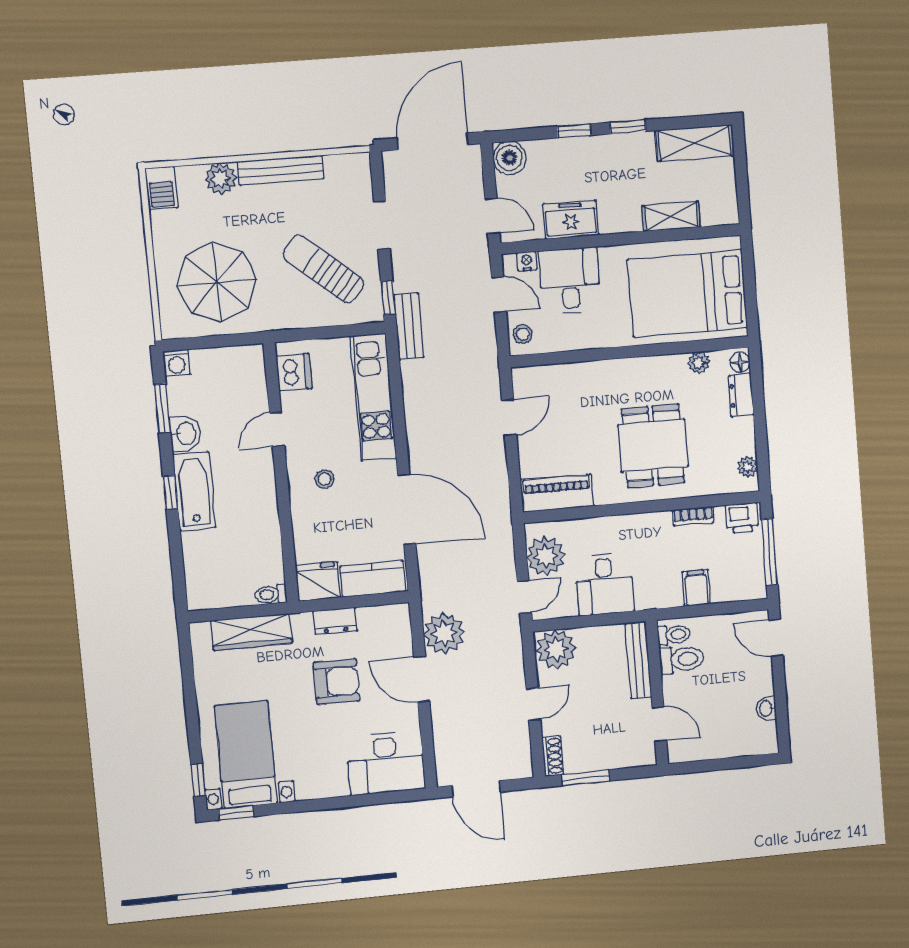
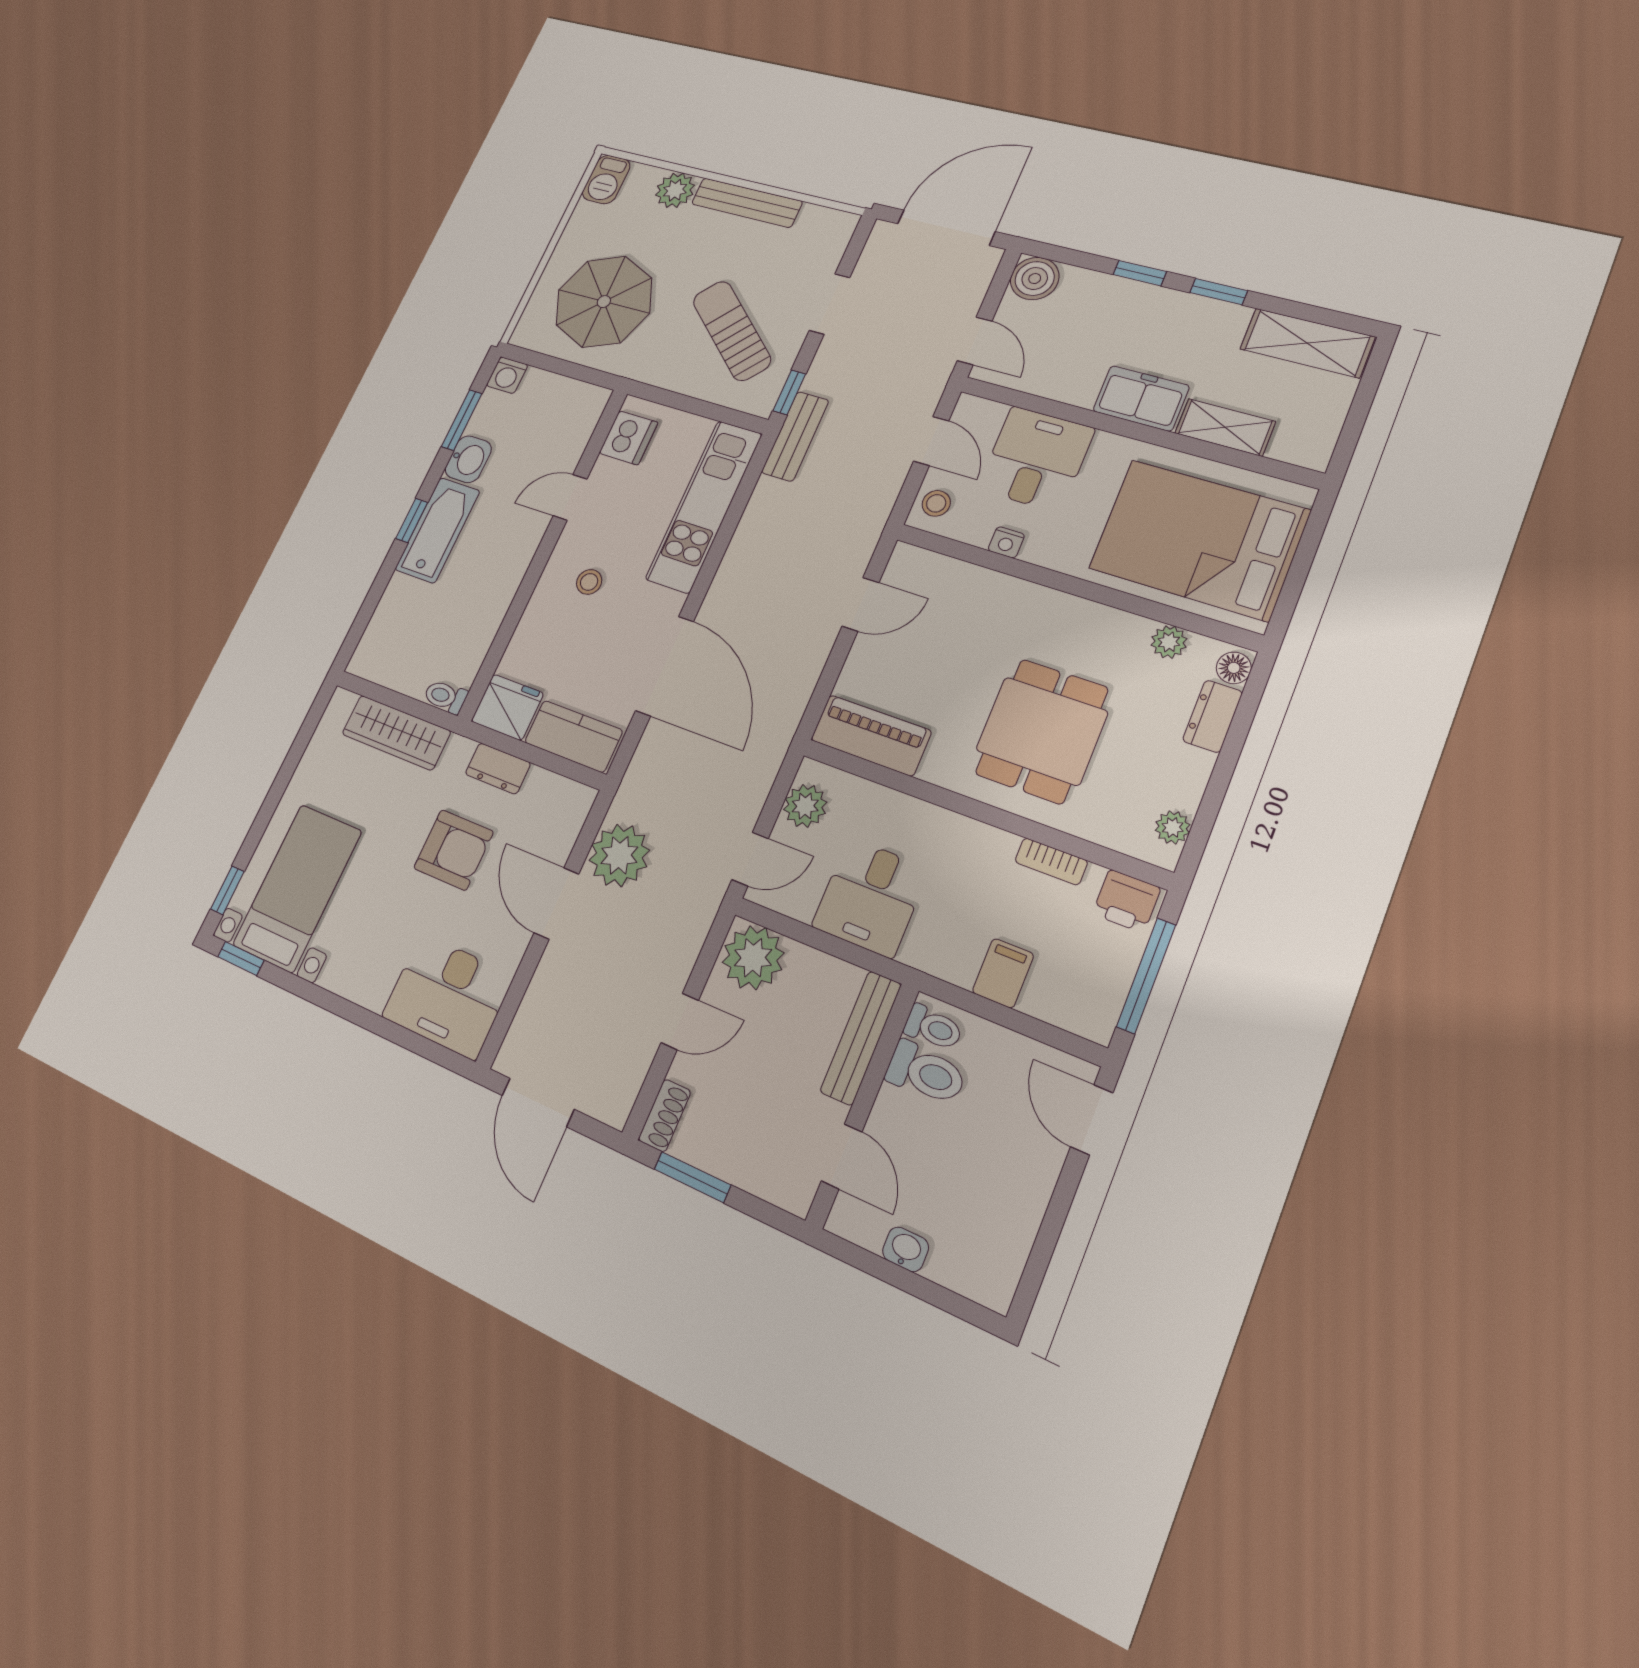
freezer: (571, 220) -> (1141, 398), moved
nightstand: (527, 261) -> (1006, 542), moved, turned 180
plant: (546, 556) -> (805, 806), width x0.73, depth x0.73
washbasin: (766, 709) -> (906, 1249), moved, turned 90

